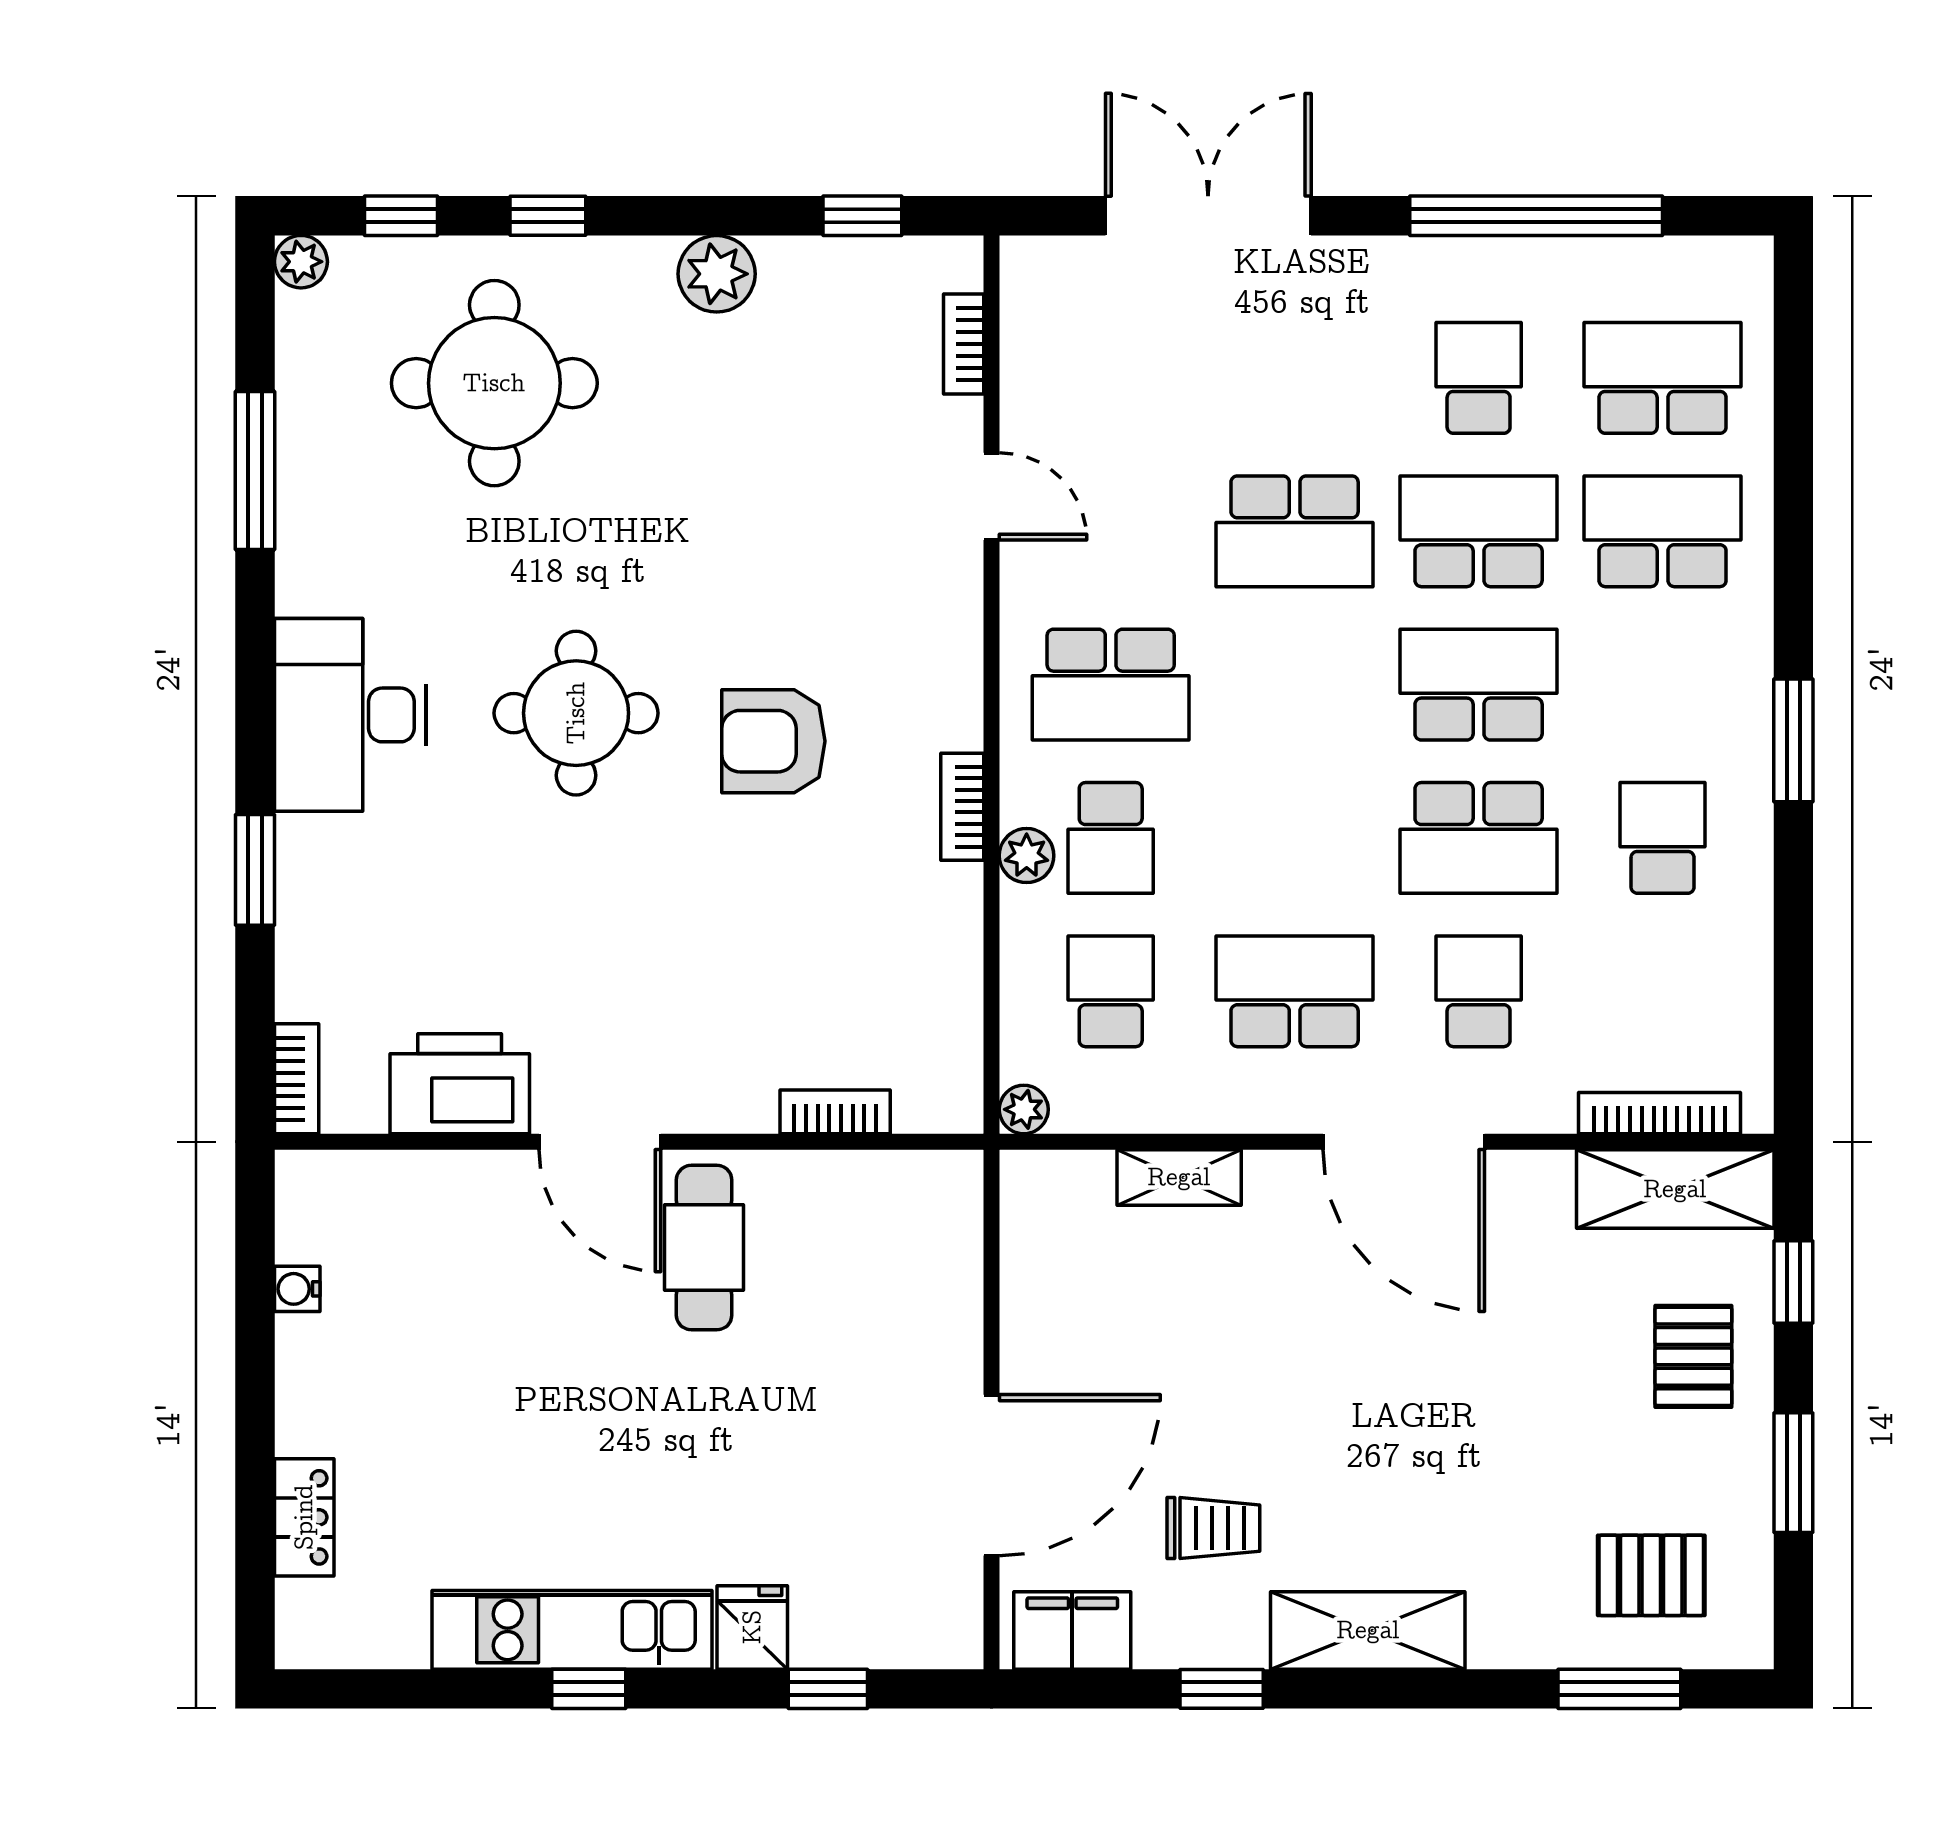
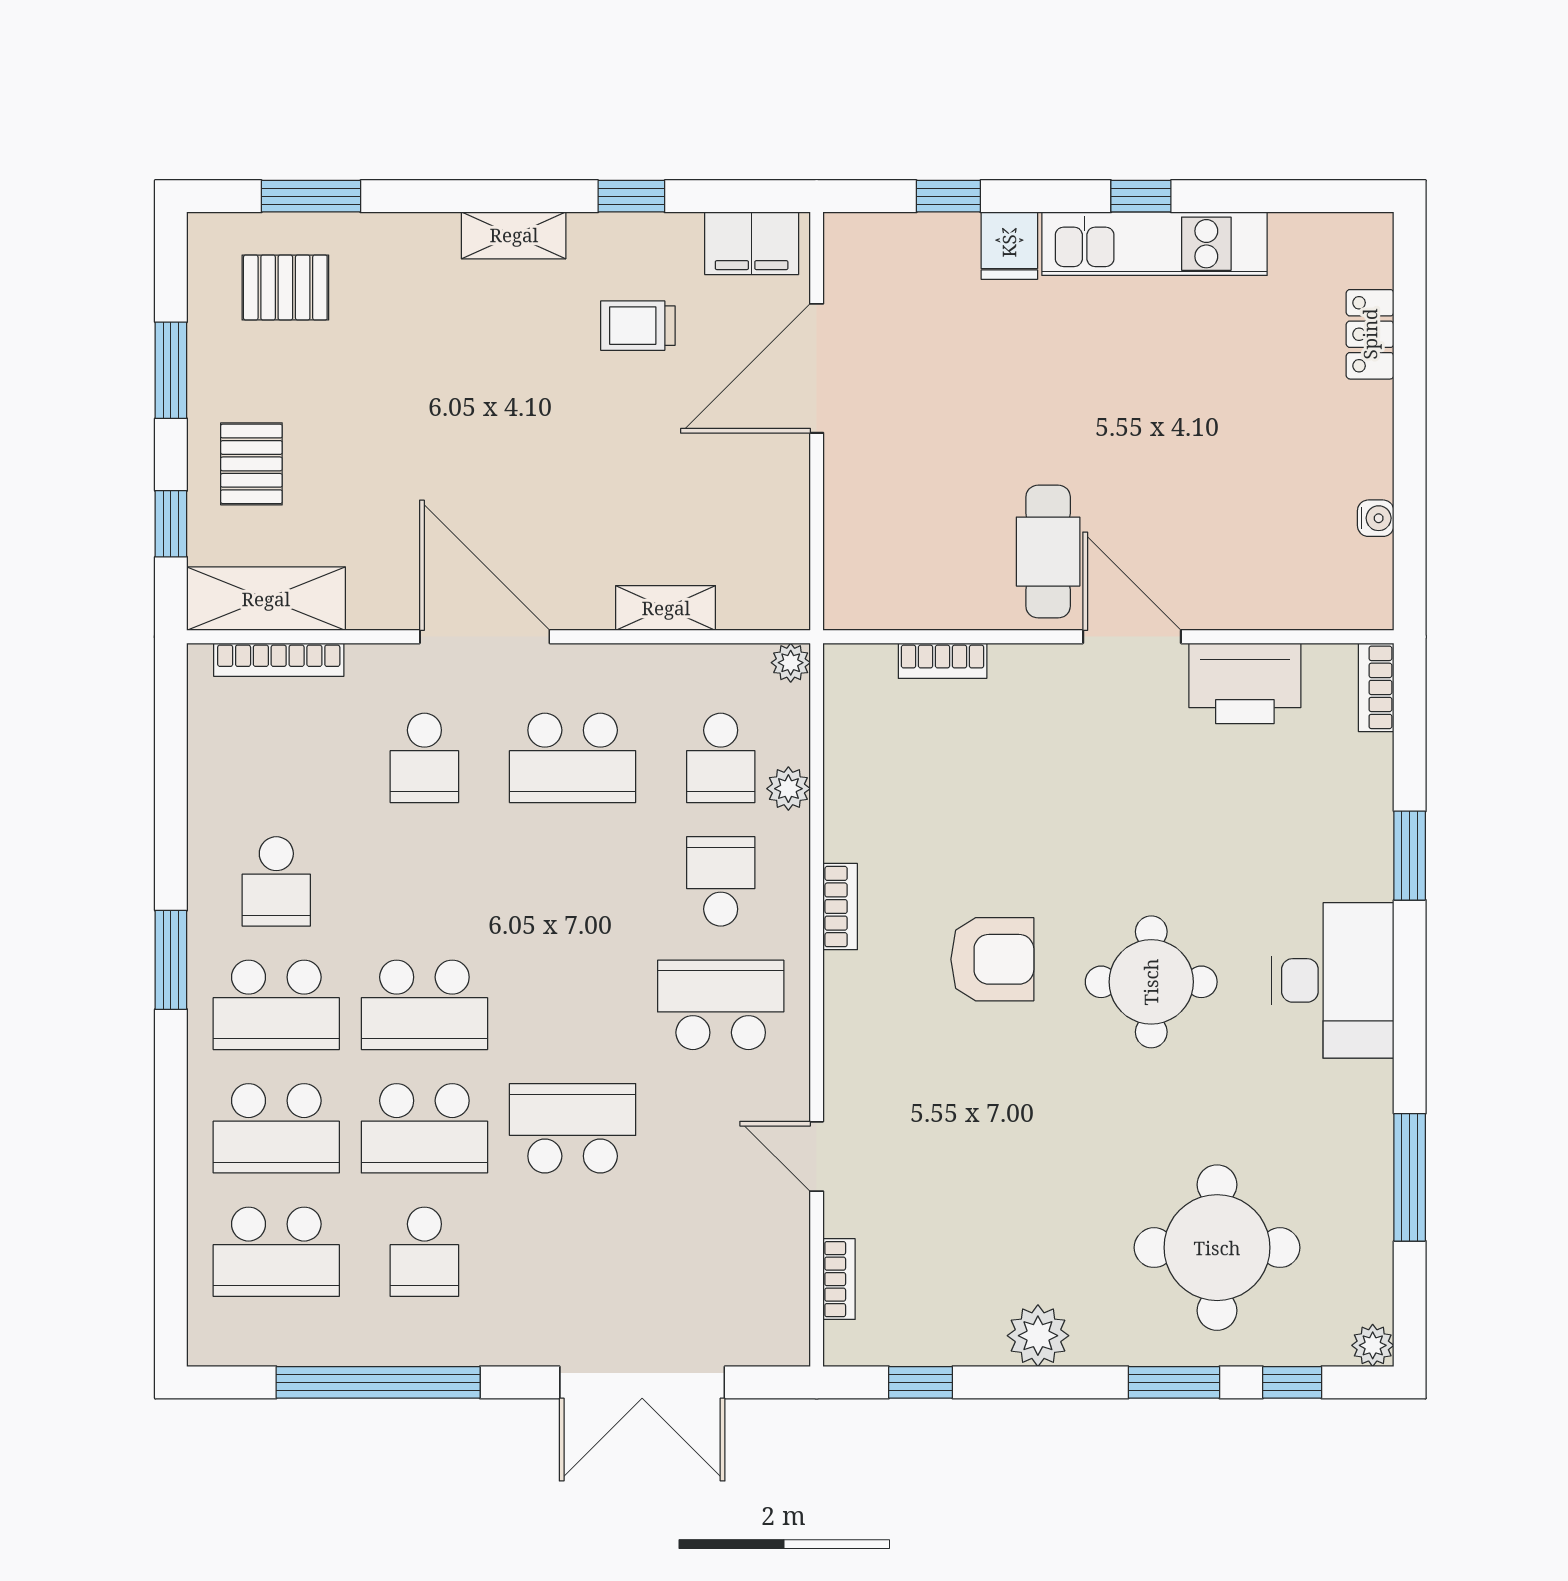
window: (548, 216) -> (1174, 1382), width x1.50
school desk: (1479, 838) -> (276, 1005), moved, turned 180
plant: (1027, 856) -> (788, 789), moved
shelving: (1368, 1630) -> (514, 235), width x0.67, depth x0.75

